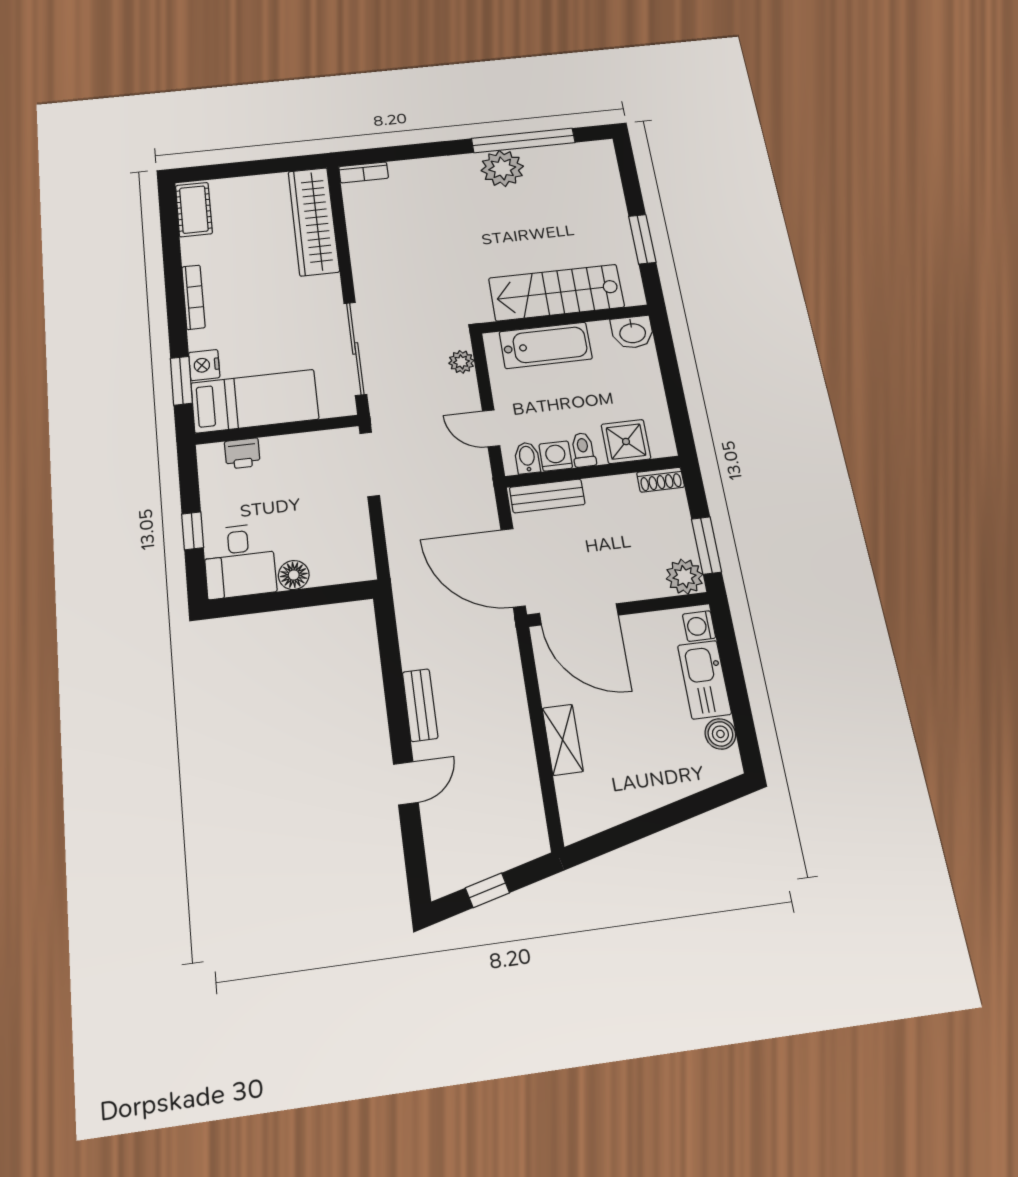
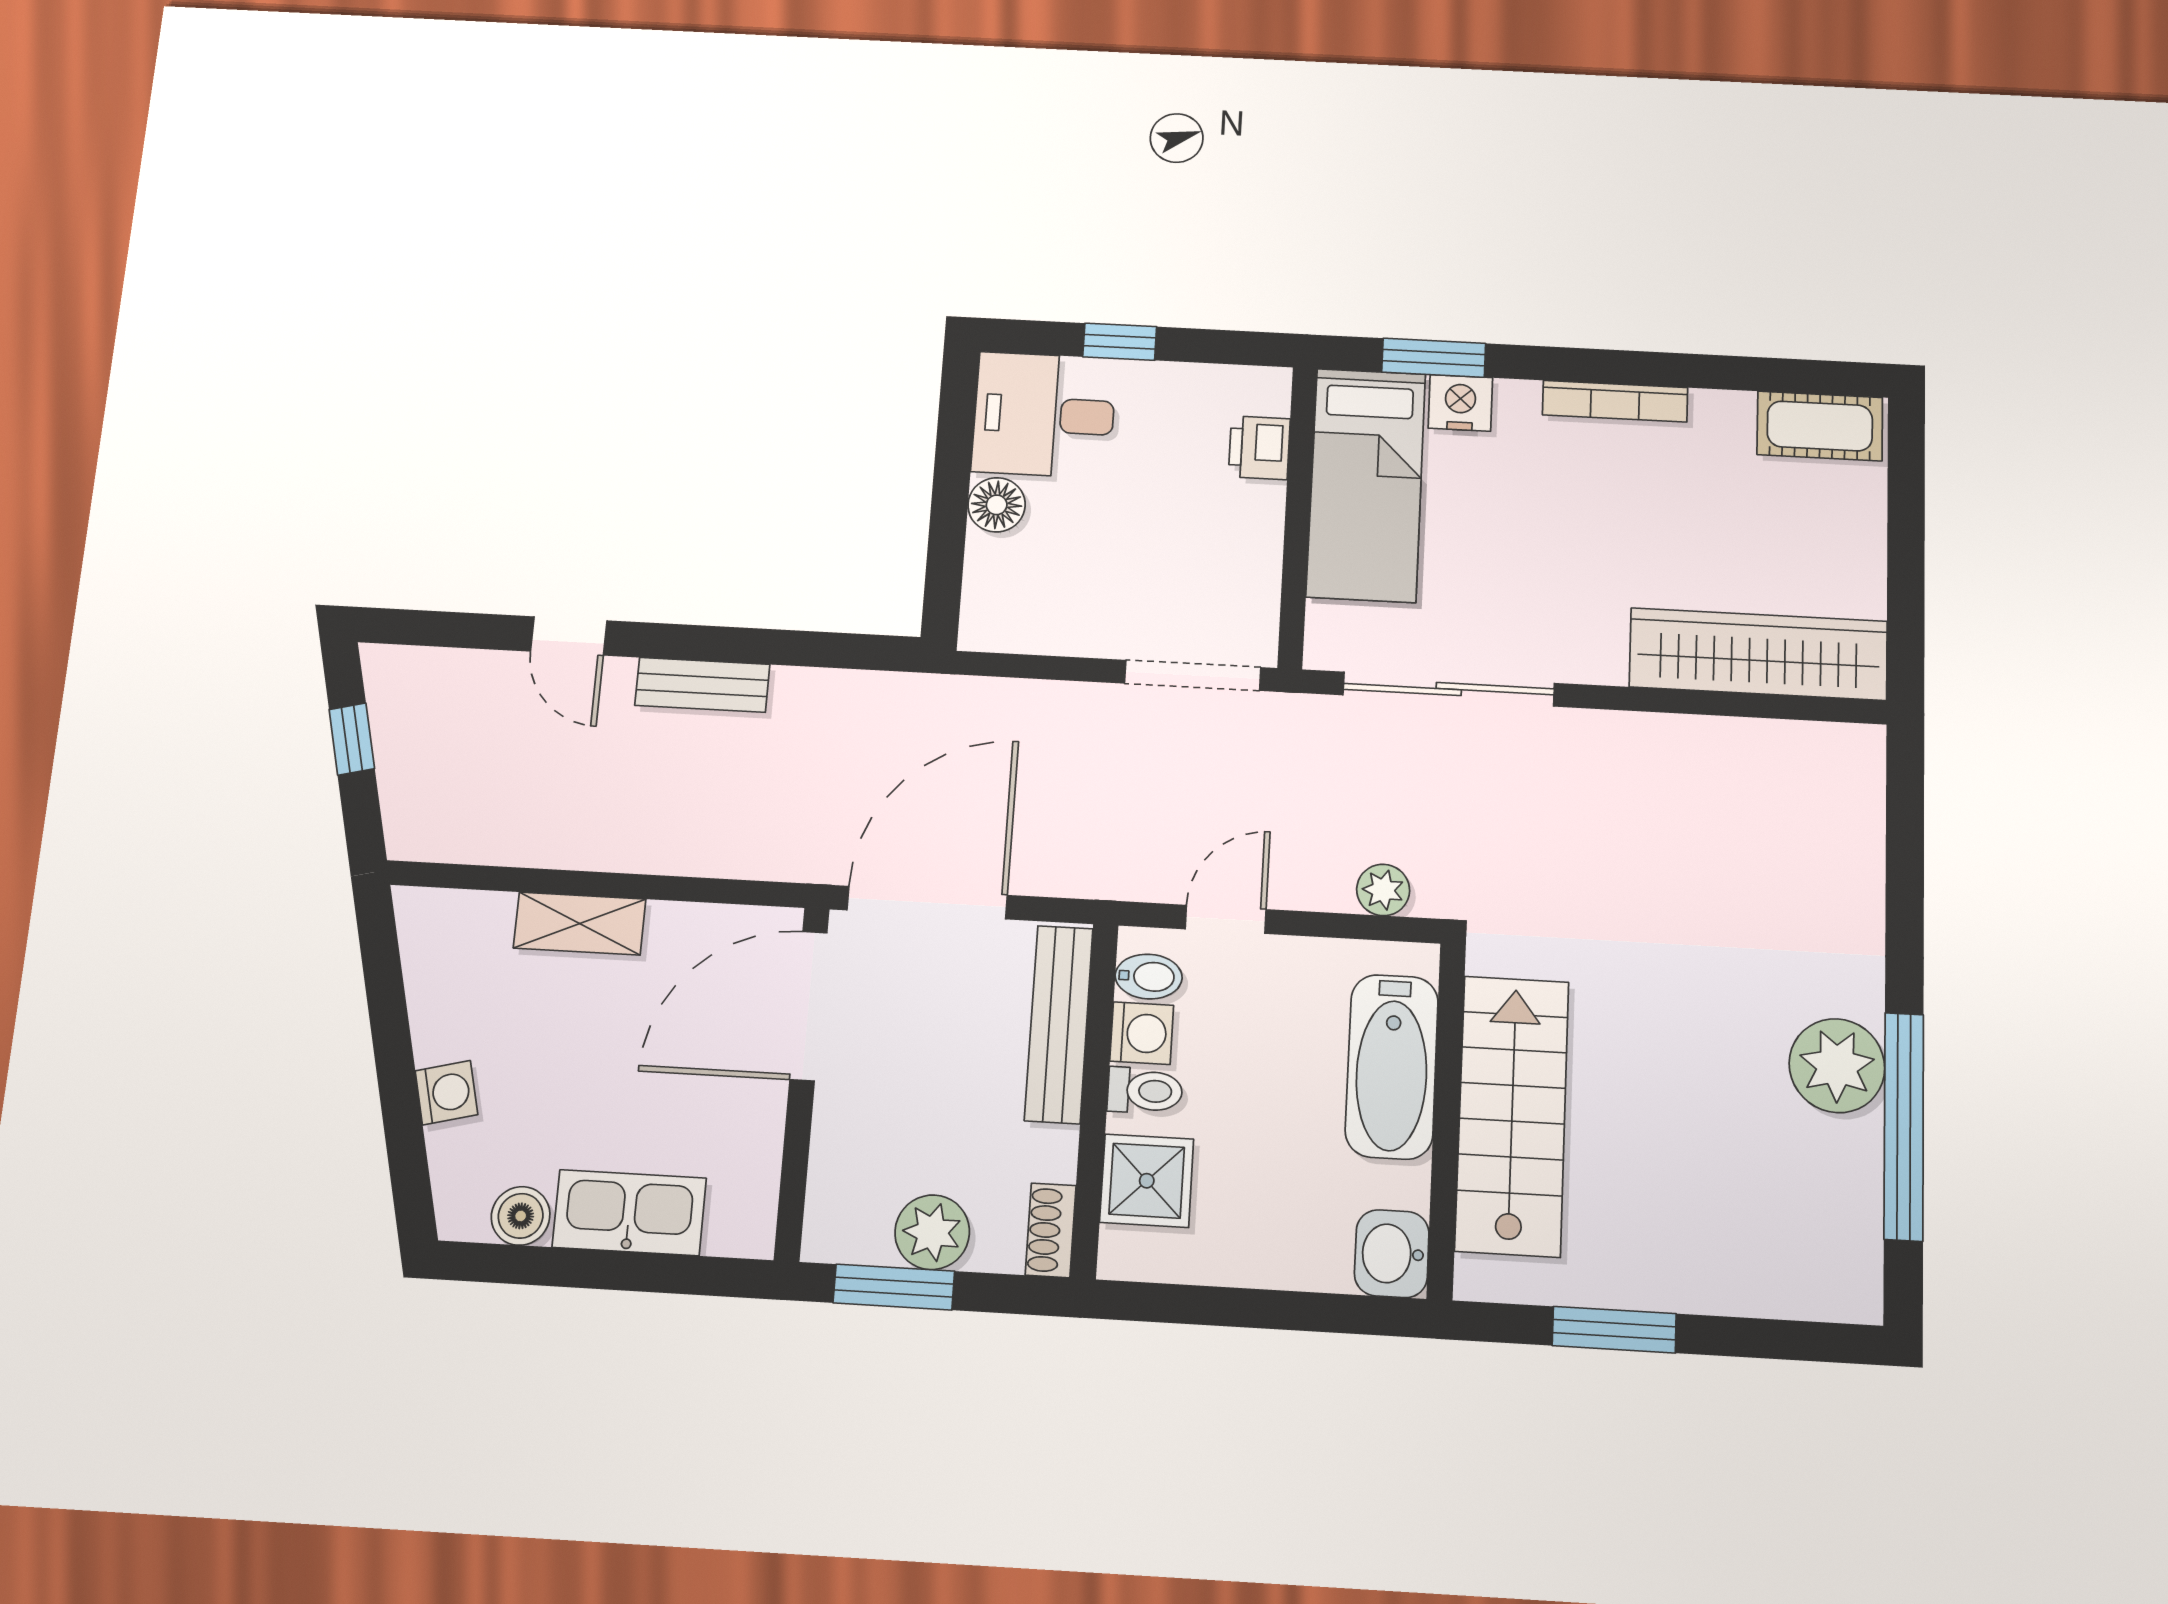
bookcase: (364, 172) -> (1865, 773), removed
bench: (547, 496) -> (1059, 1024), width x1.36
plant: (684, 577) -> (932, 1232), moved
washing machine: (699, 626) -> (446, 1093), moved, turned 76

